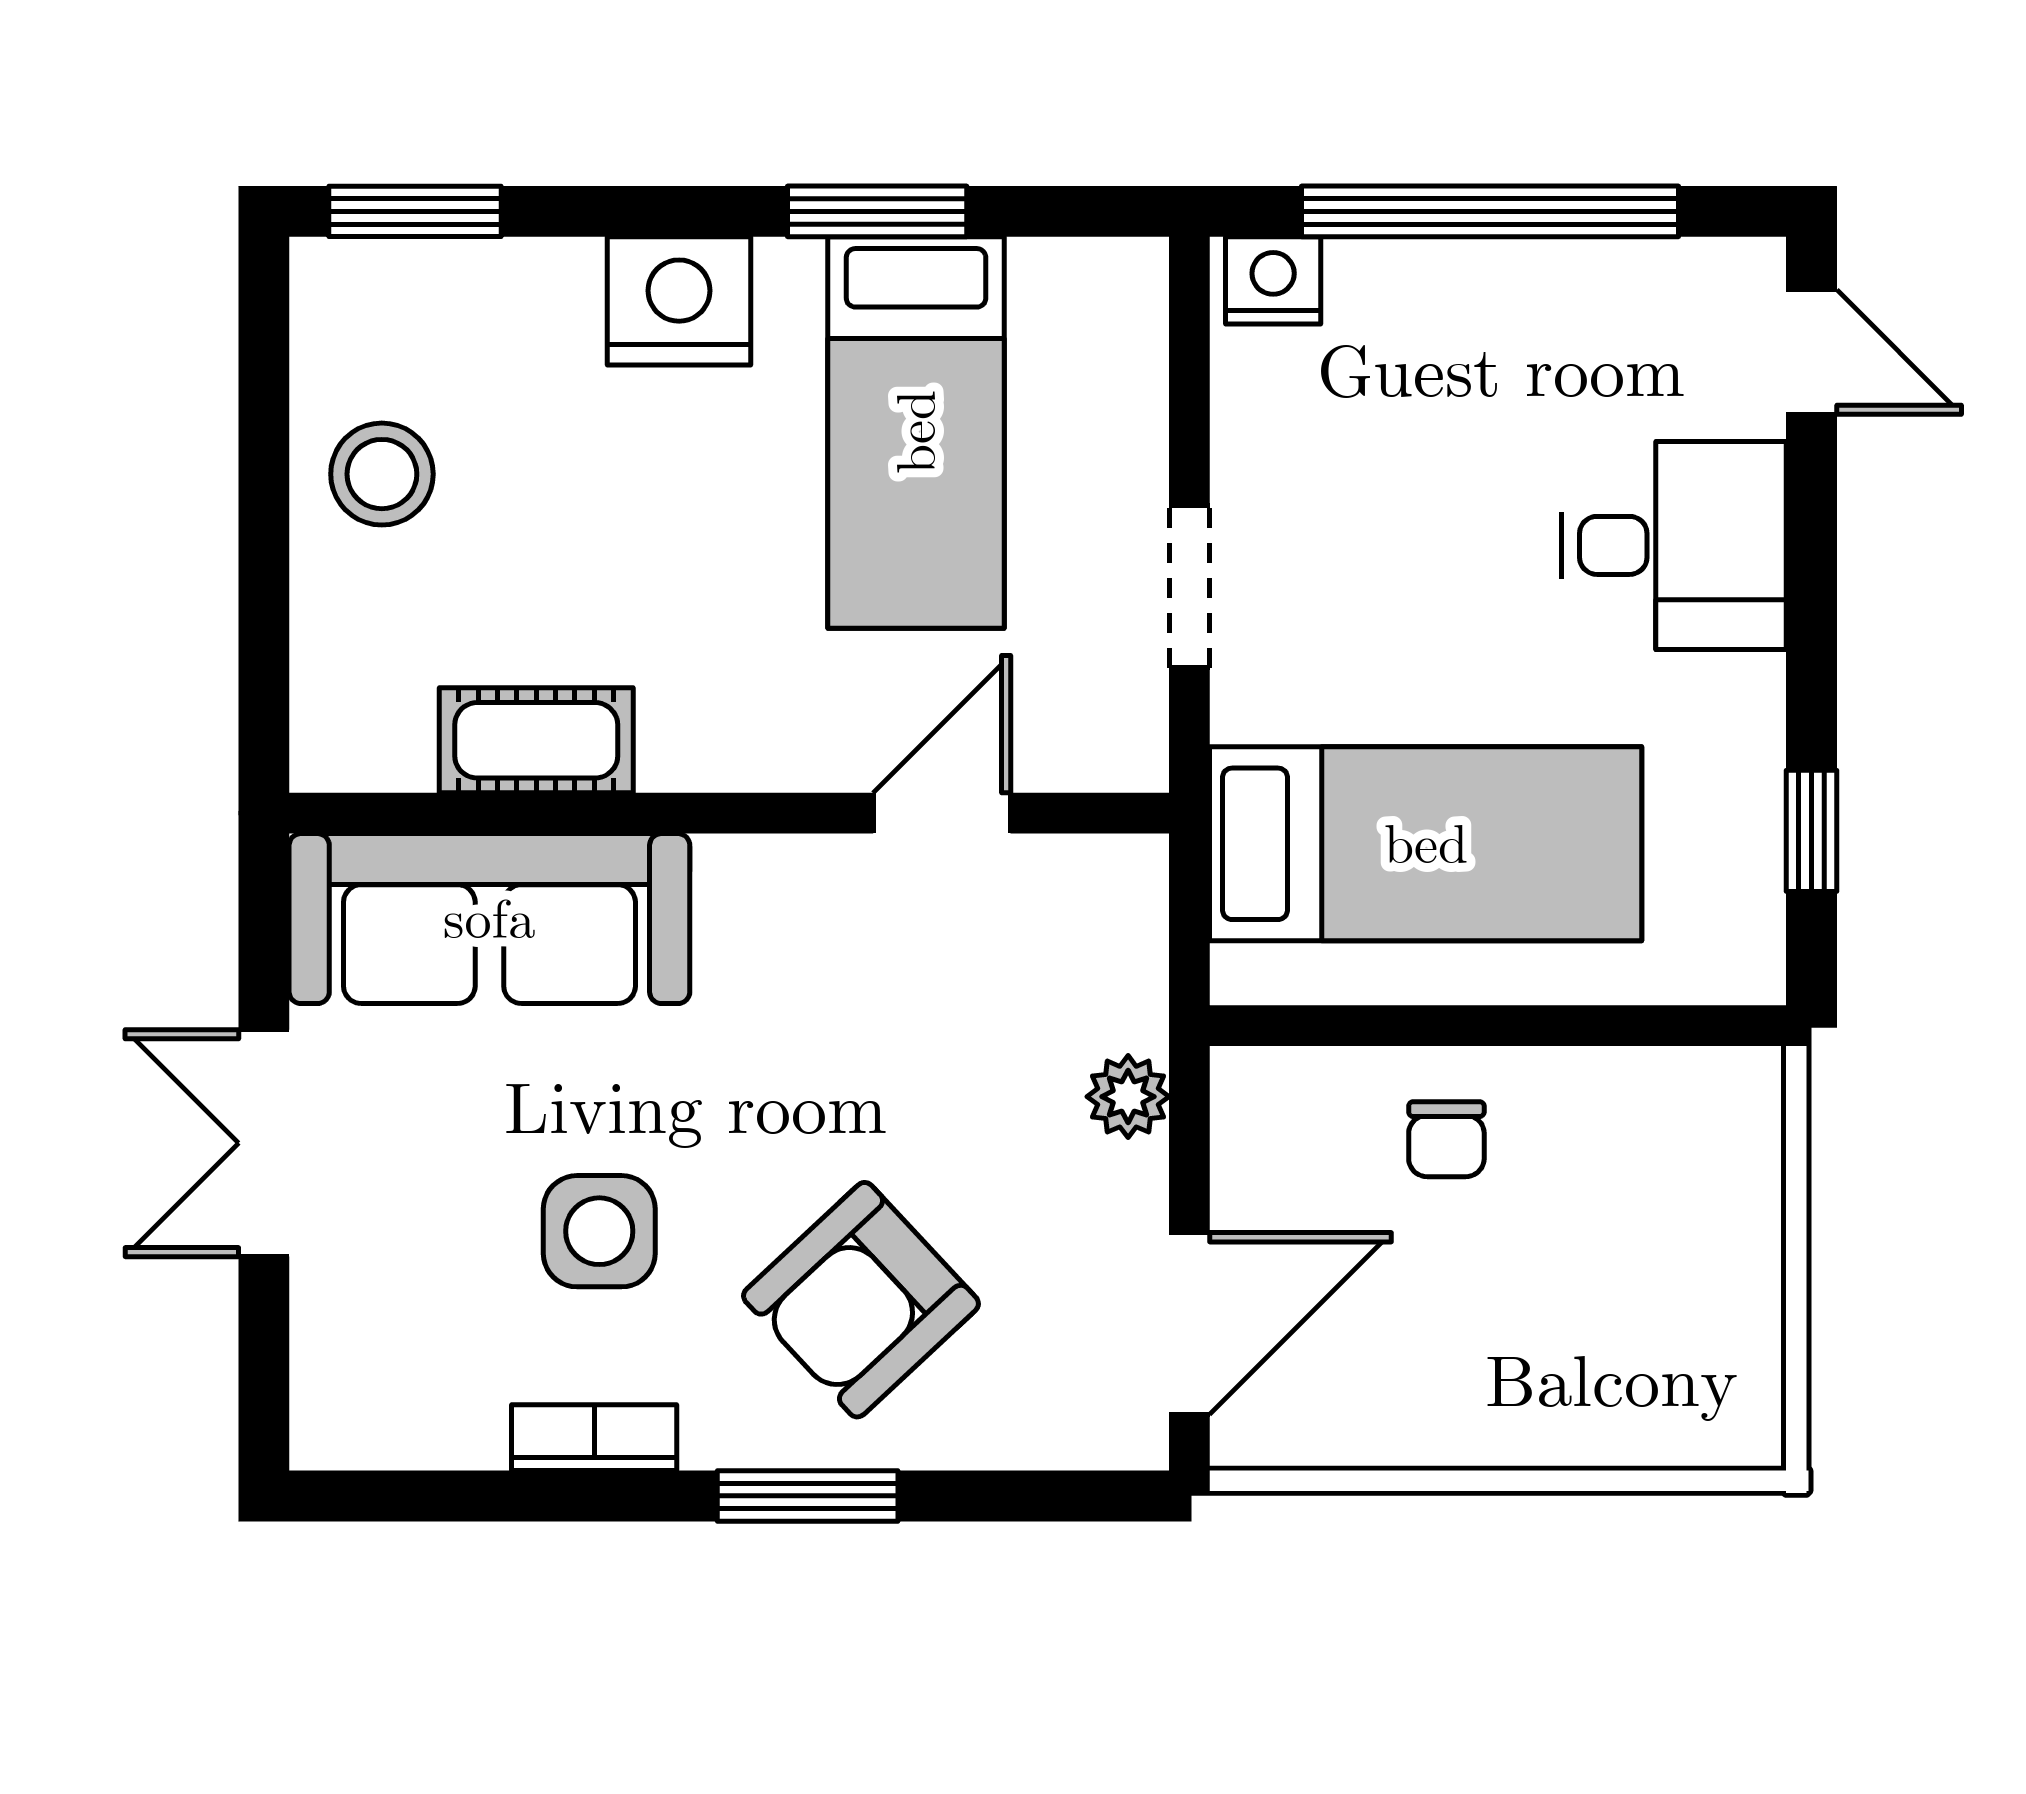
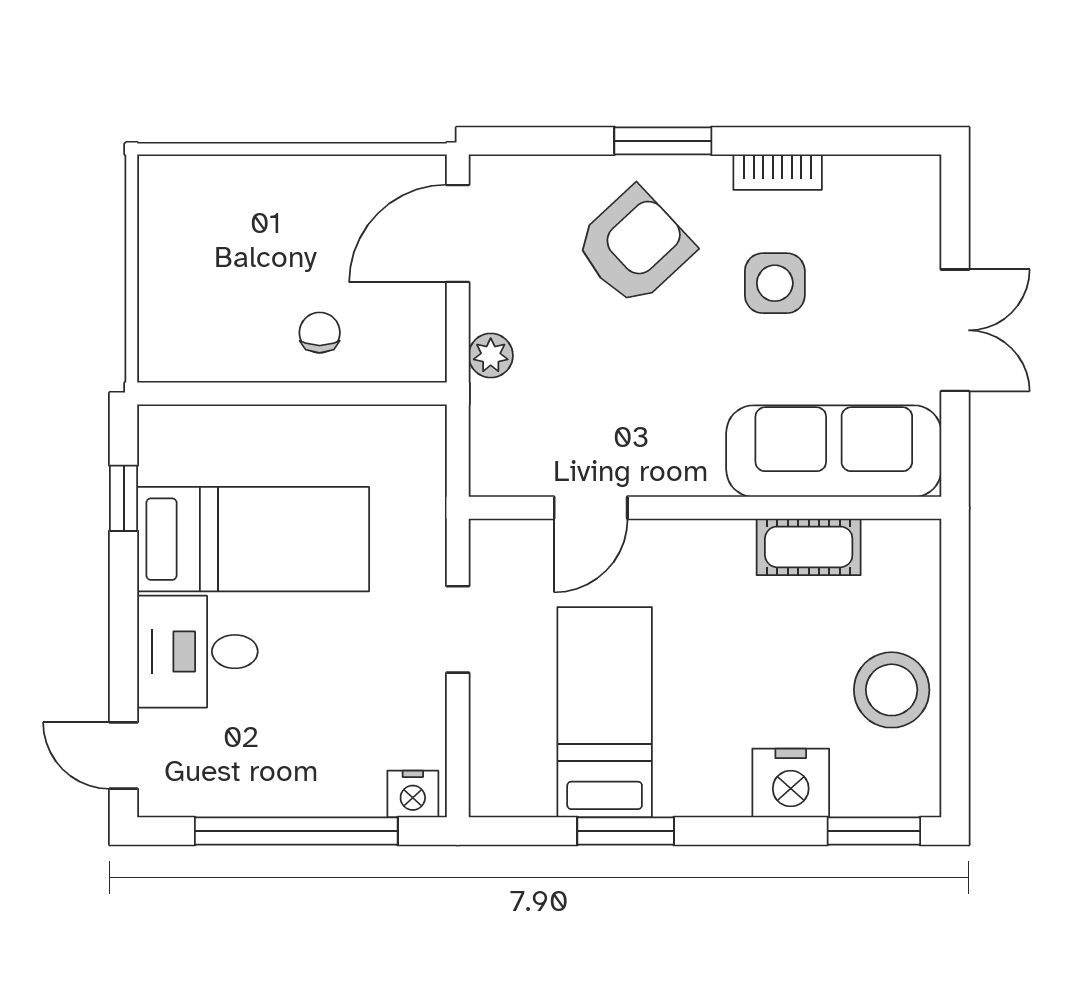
nightstand: (679, 301) -> (791, 783), moved
stool: (382, 474) -> (892, 690), width x1.38, depth x1.38
bed: (1426, 844) -> (253, 539), moved, turned 180

